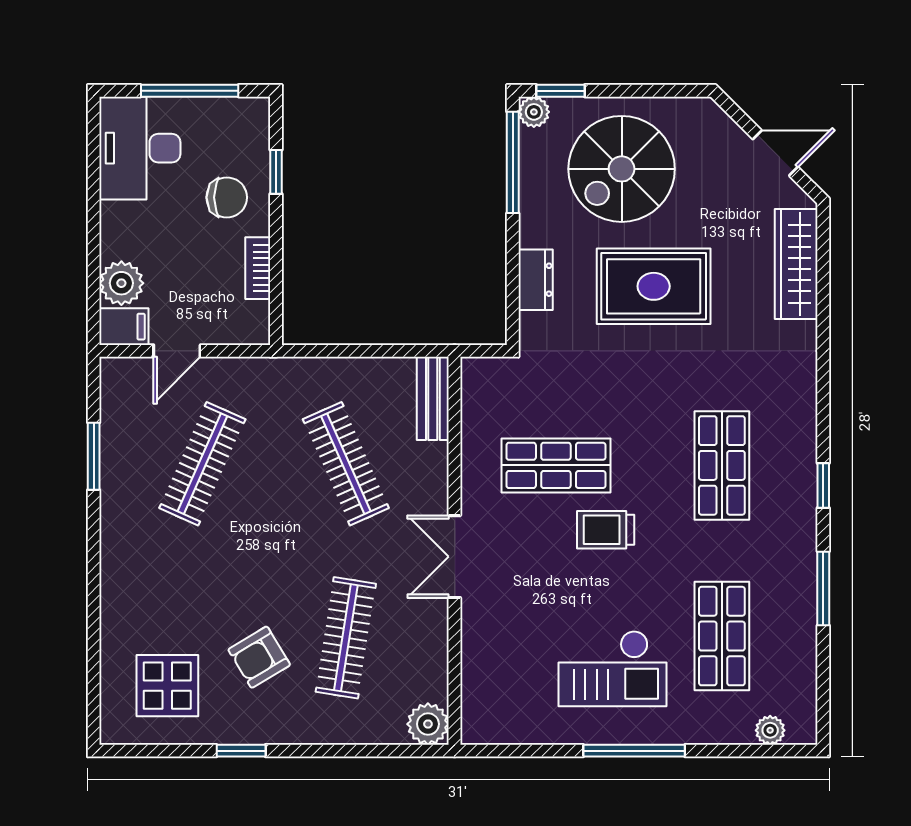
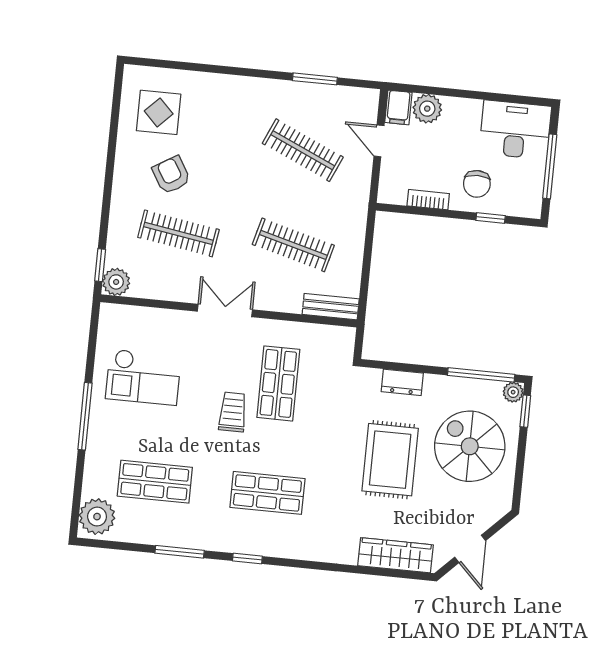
clothes rail: (346, 464) -> (293, 245), turned 39
checkout: (613, 669) -> (143, 377), moved, turned -90
plant: (770, 730) -> (97, 517), width x1.87, depth x1.87
window: (241, 751) -> (100, 265), moved

